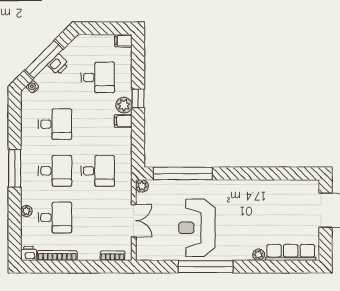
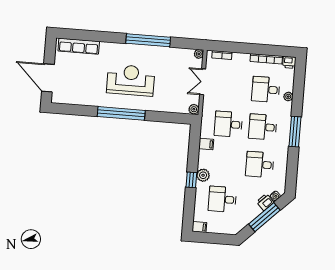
printer: (58, 65) -> (265, 202), moved
filing cabinet: (123, 121) -> (206, 144), moved
window: (183, 173) -> (121, 113), moved
reception desk: (197, 228) -> (131, 80), moved, turned -90
plant: (259, 255) -> (199, 54), moved

